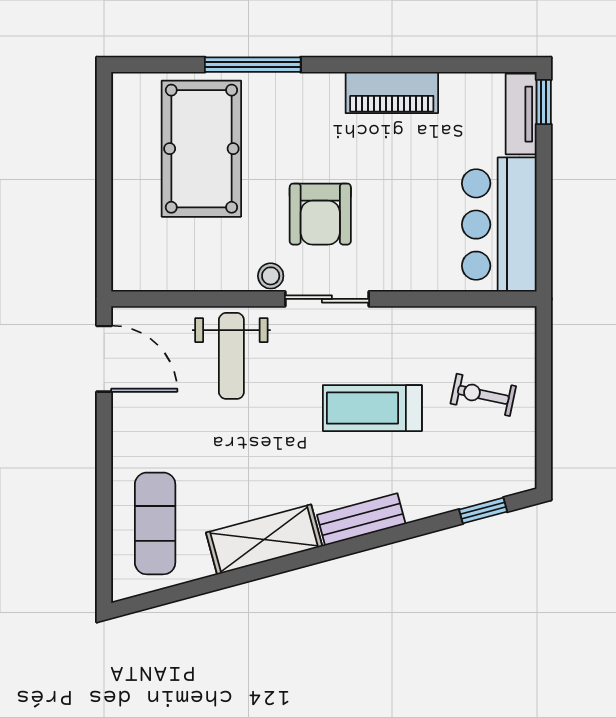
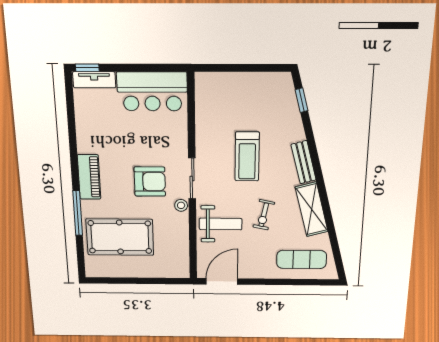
piano: (392, 93) -> (89, 177), moved
exercise bike: (483, 395) -> (264, 215), moved

